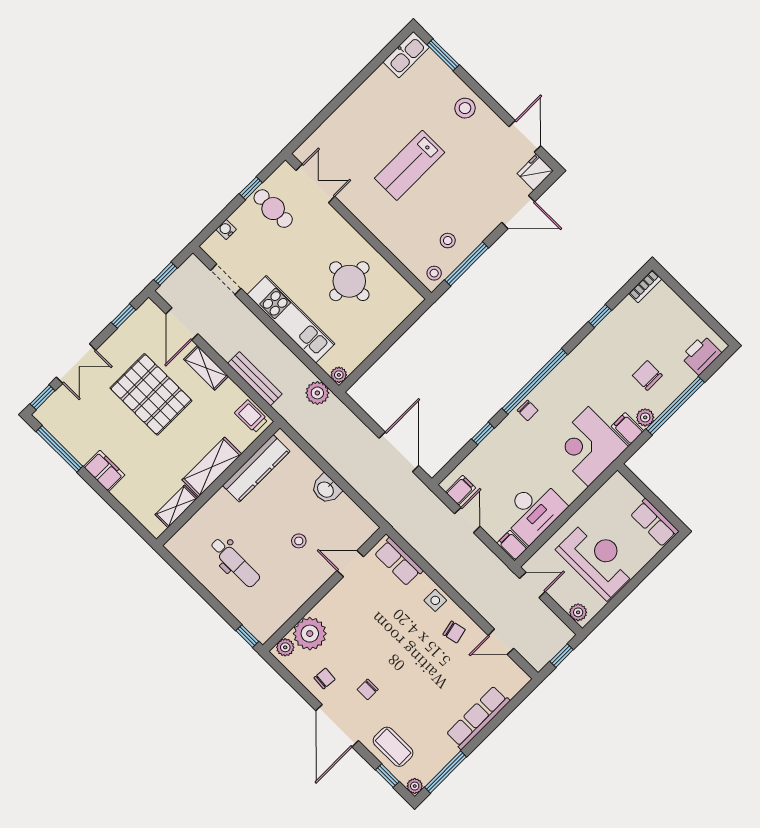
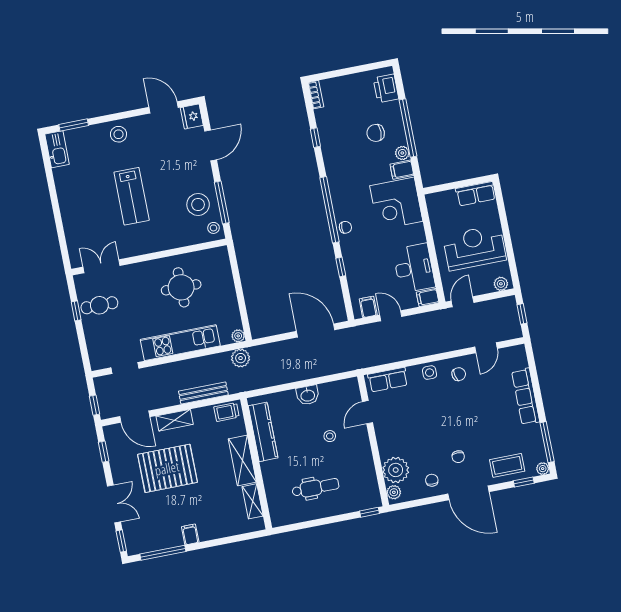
water cooler: (226, 229) -> (92, 346), removed
stool: (448, 241) -> (198, 204), width x1.89, depth x1.89
filing cabinet: (104, 471) -> (190, 534), width x0.50

